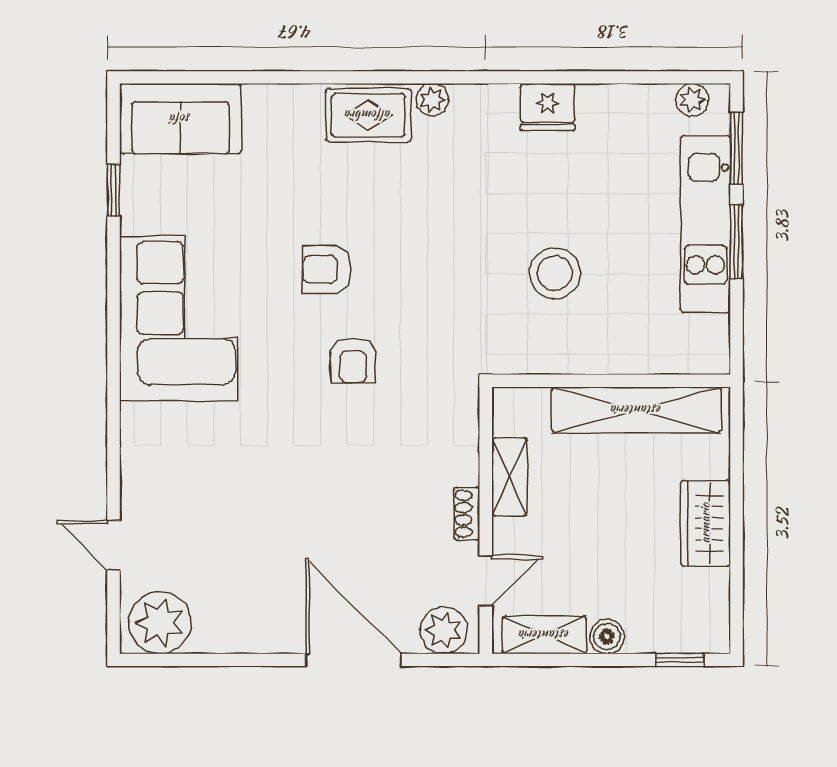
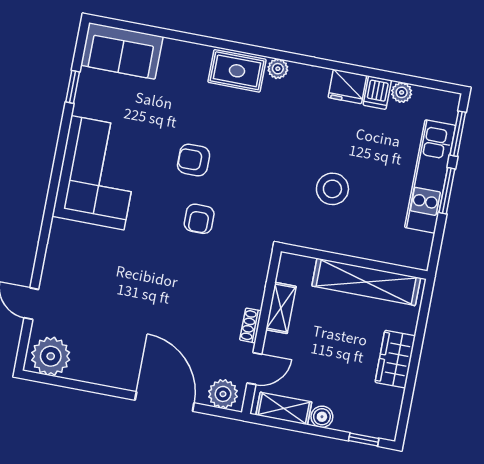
plant: (692, 100) -> (402, 92), moved
dishwasher: (597, 108) -> (377, 93), added

